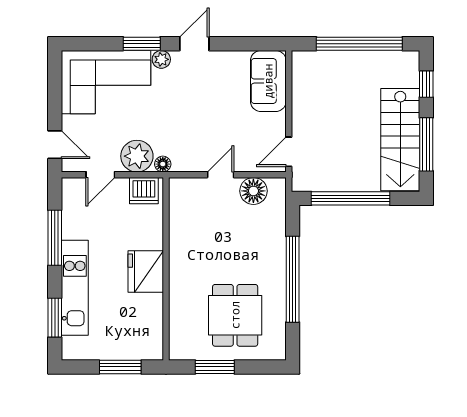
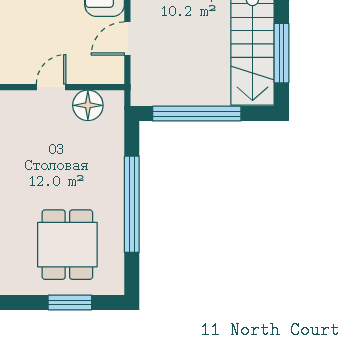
door: (289, 152) -> (127, 38), moved
window: (215, 367) -> (70, 303), moved

